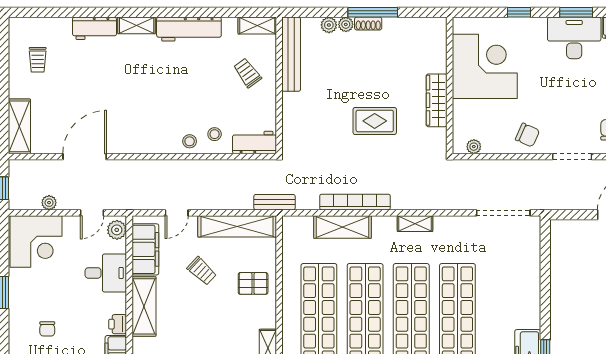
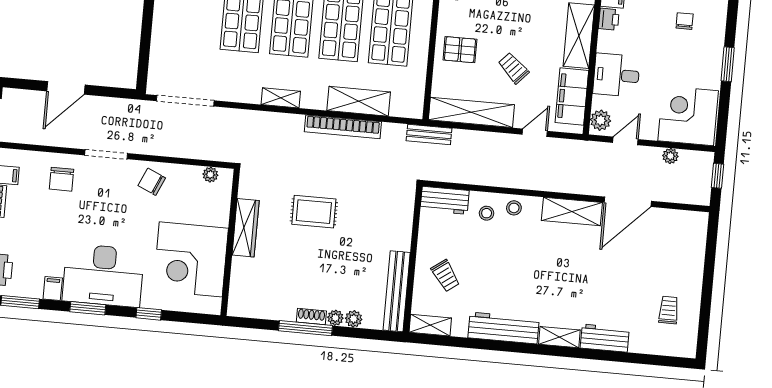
desk: (574, 38) -> (103, 275), width x1.36, depth x1.30
shelving: (19, 126) -> (572, 212), moved, turned 90

